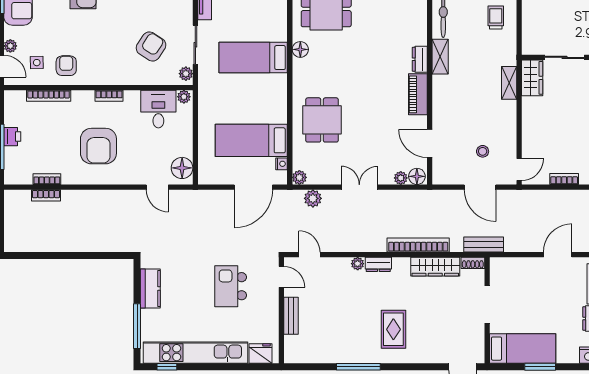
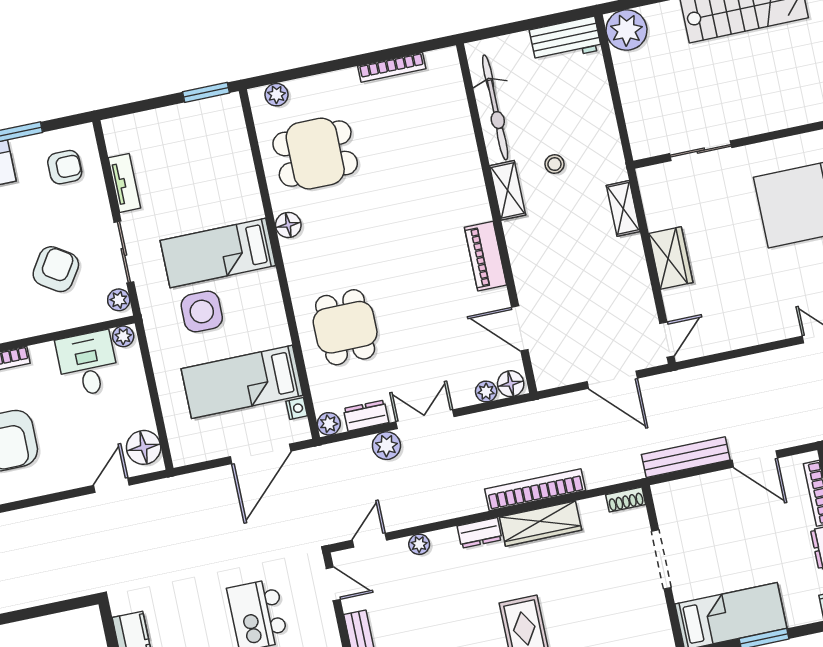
trolley: (496, 17) -> (581, 111), removed
dresser: (420, 59) -> (366, 416), moved, turned 90
wardrobe: (532, 78) -> (671, 258), moved
side table: (236, 92) -> (202, 312), added
stool: (483, 151) -> (554, 164), moved
bookcase: (564, 179) -> (740, 340), removed
door: (157, 187) -> (111, 485), swing flipped
plant: (313, 198) -> (386, 446), moved
bench: (484, 245) -> (686, 457), moved, width x1.36
door: (309, 255) -> (369, 540), hinge flipped
door: (558, 255) -> (755, 459), swing flipped
plant: (358, 264) -> (419, 544), moved
wardrobe: (435, 267) -> (540, 524), moved

